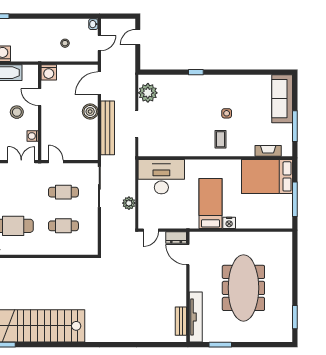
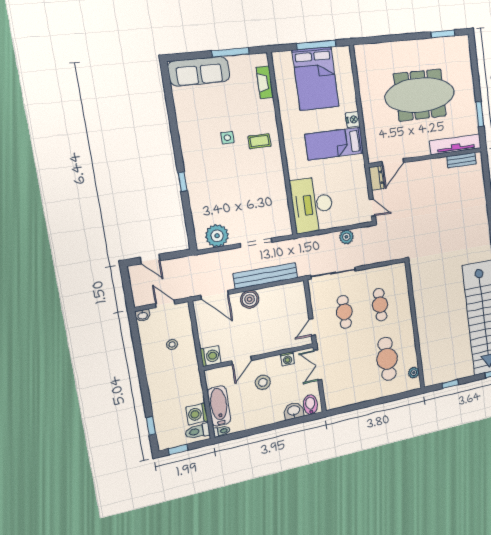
bed: (267, 176) -> (316, 79), moved

